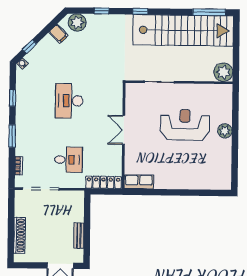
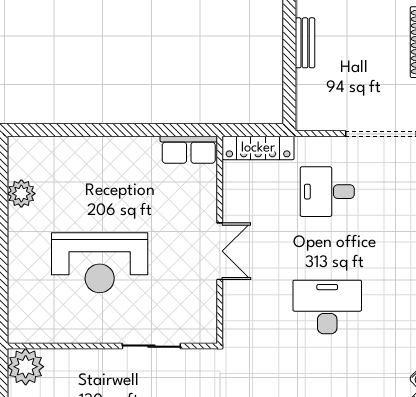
desk: (69, 101) -> (327, 307), turned -90
plant: (225, 131) -> (21, 194), moved

